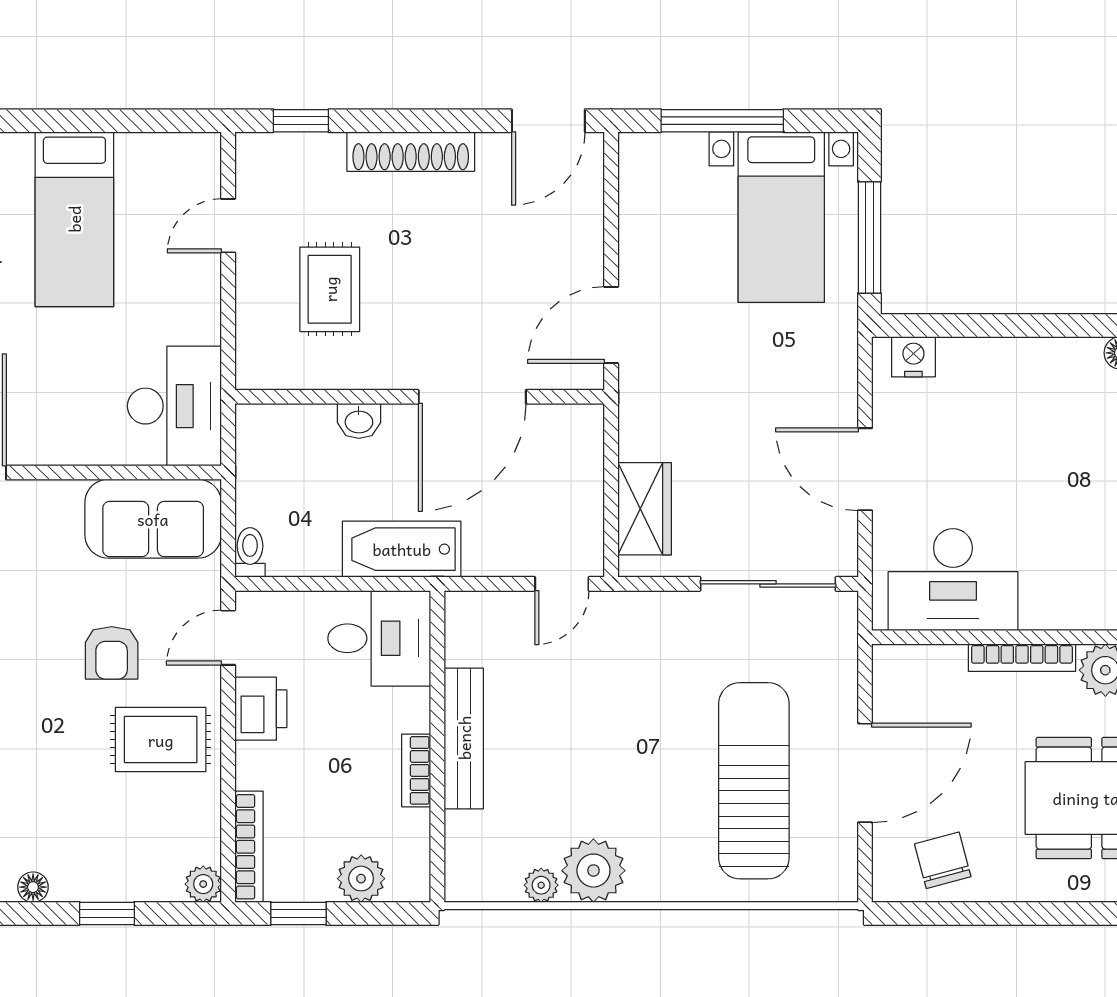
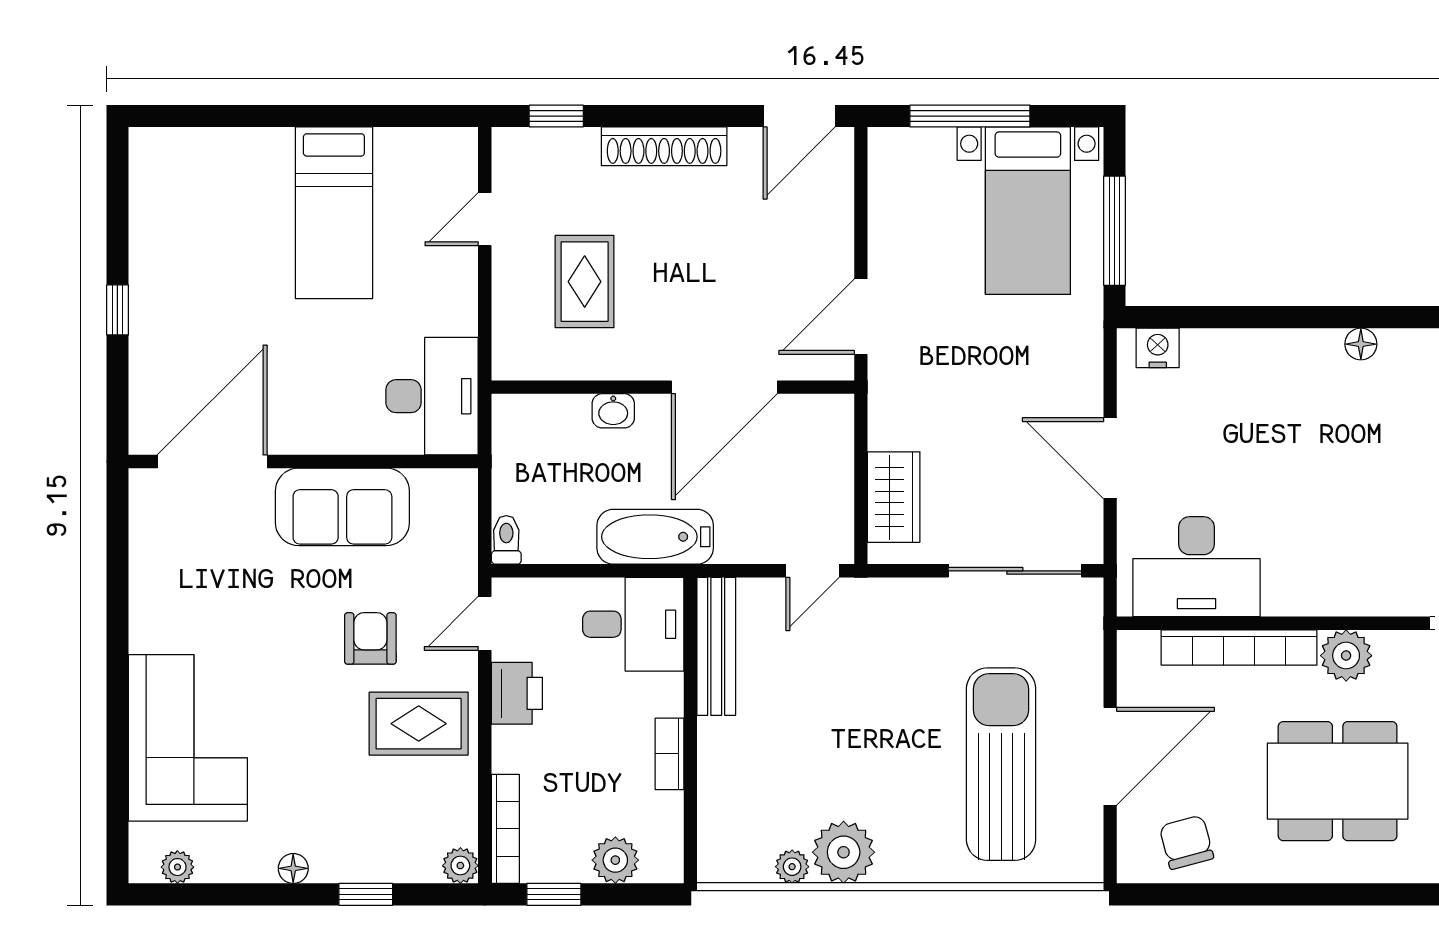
sofa: (153, 519) -> (342, 507), moved
armchair: (112, 653) -> (370, 638), turned 180
bookcase: (1022, 658) -> (1239, 647), width x1.48, depth x1.31
bench: (464, 738) -> (716, 646), moved

